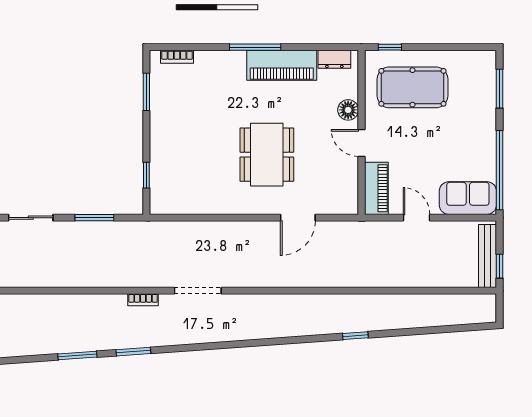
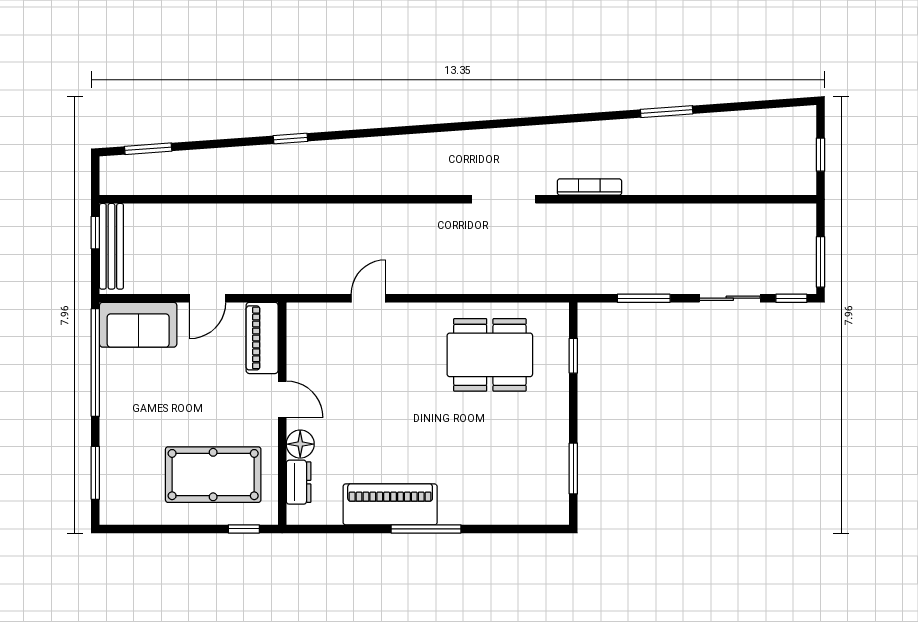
bookcase: (177, 57) -> (532, 516), removed
dresser: (334, 59) -> (299, 482), moved, turned 90
dining table: (267, 155) -> (490, 355), moved, turned 90
door: (298, 218) -> (368, 298), width x0.73
door: (417, 218) -> (208, 298), hinge flipped
bookcase: (143, 300) -> (589, 187), width x1.56
window: (133, 352) -> (148, 149), moved

